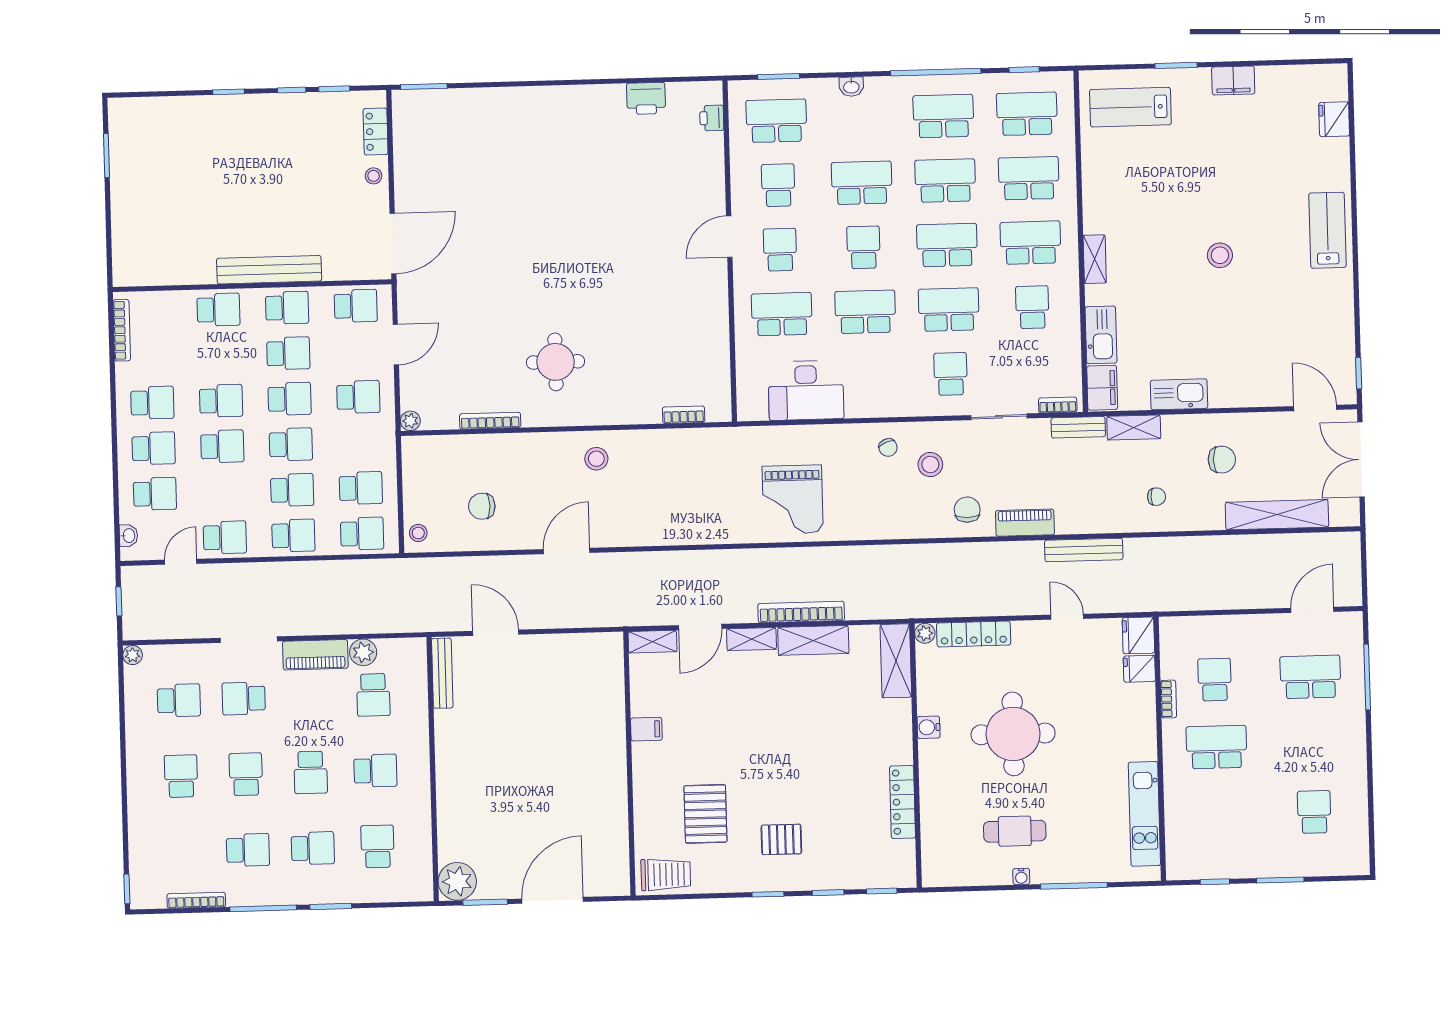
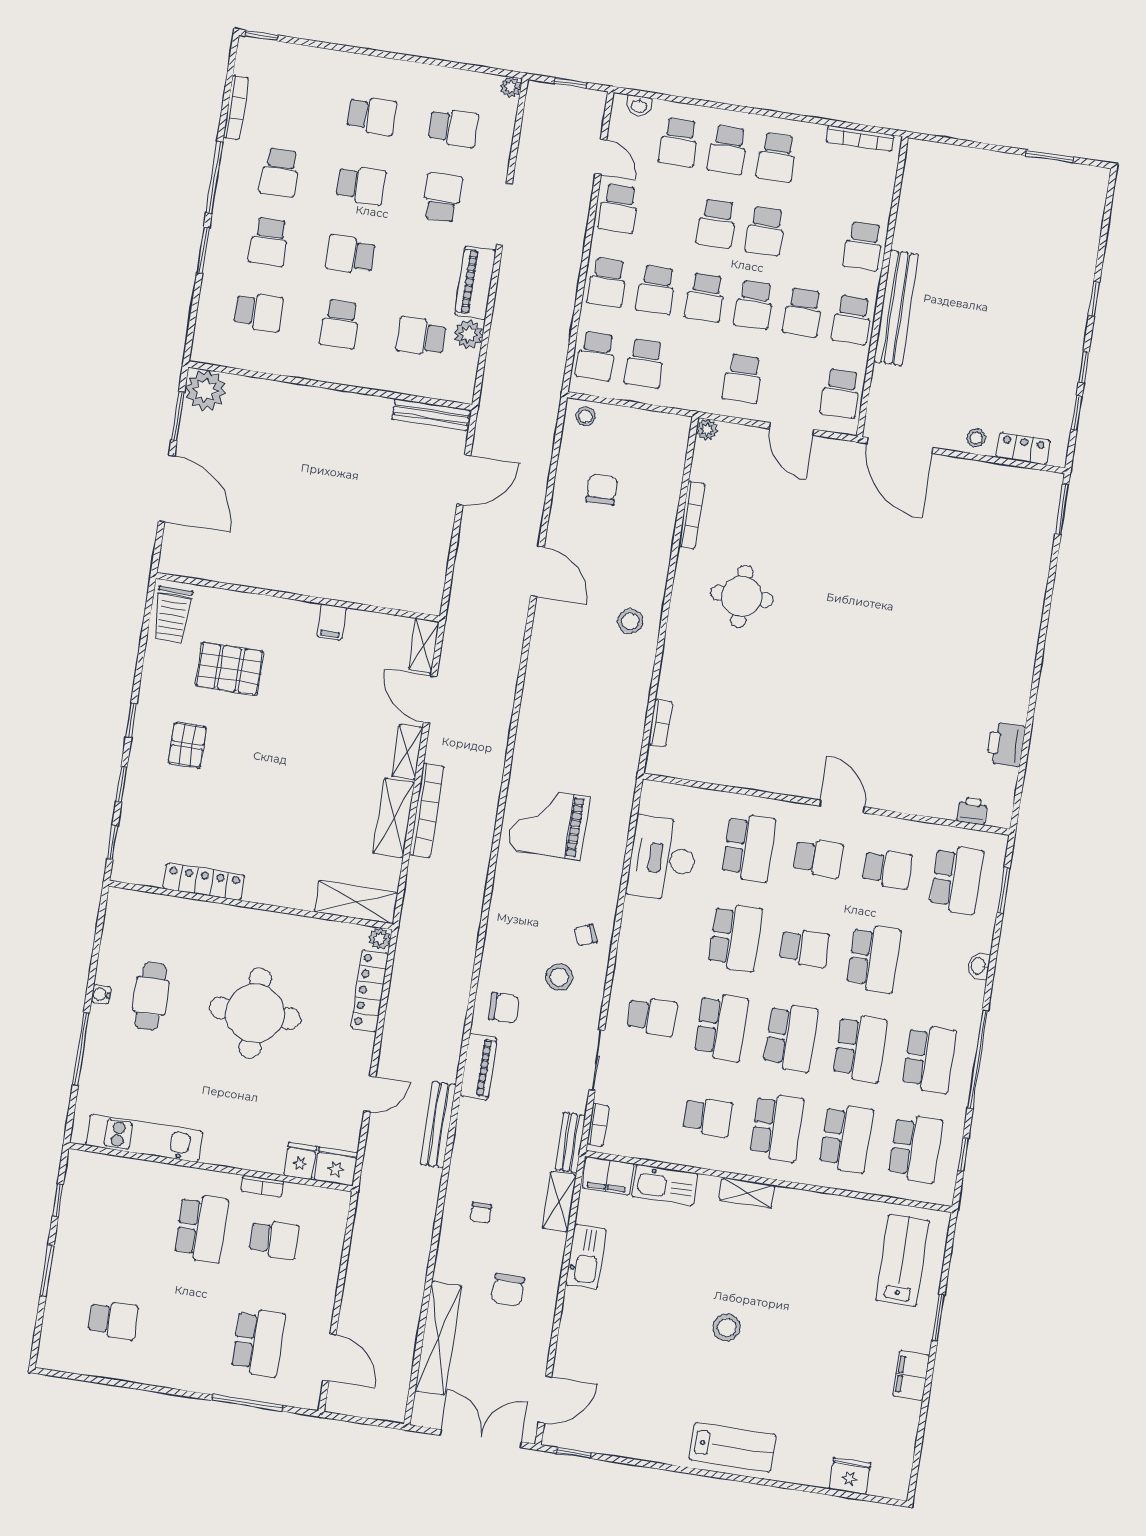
school desk: (179, 700) -> (453, 128), turned -90
water cooler: (929, 727) -> (279, 924), removed

